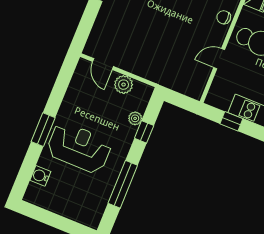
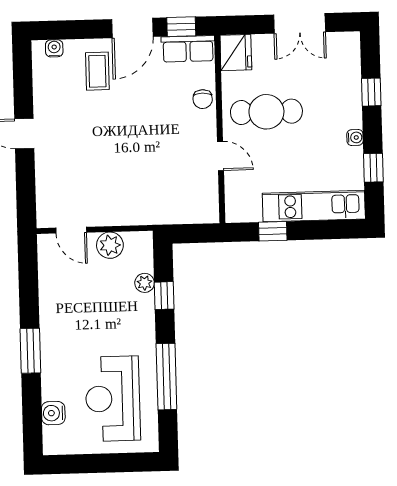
chair: (224, 17) -> (203, 99), turned -90
door: (219, 59) -> (221, 156), swing flipped
reception desk: (79, 148) -> (113, 399), moved, turned -90

